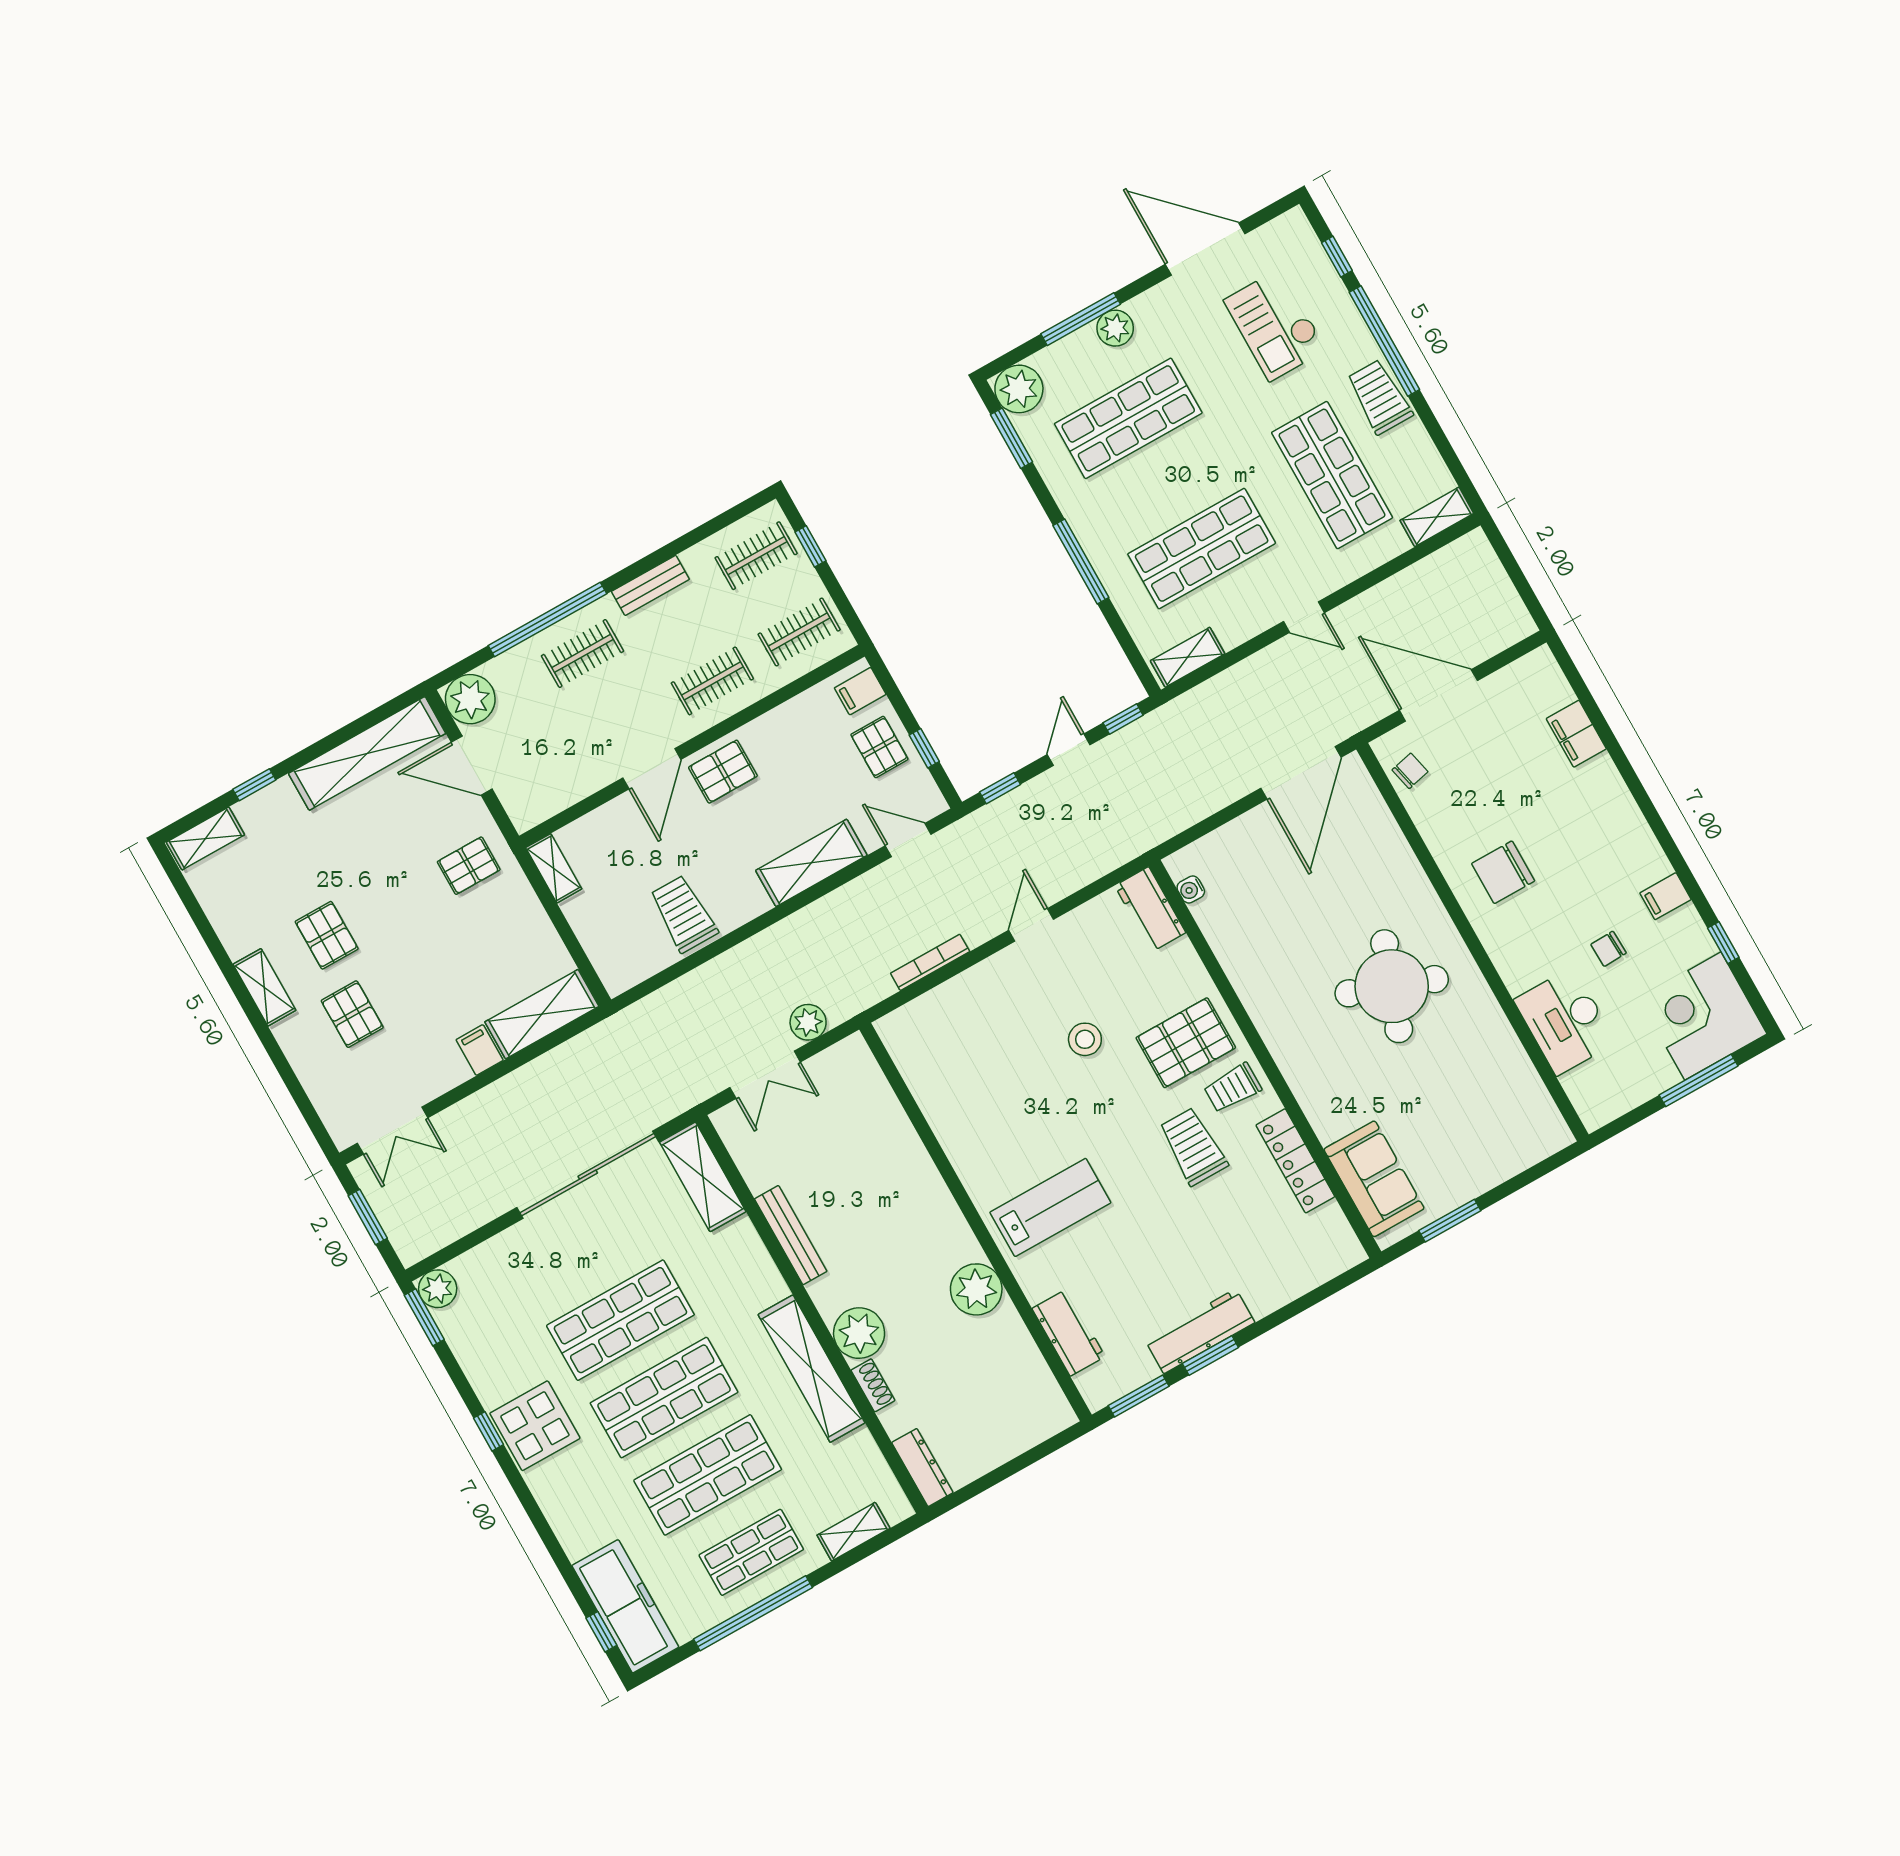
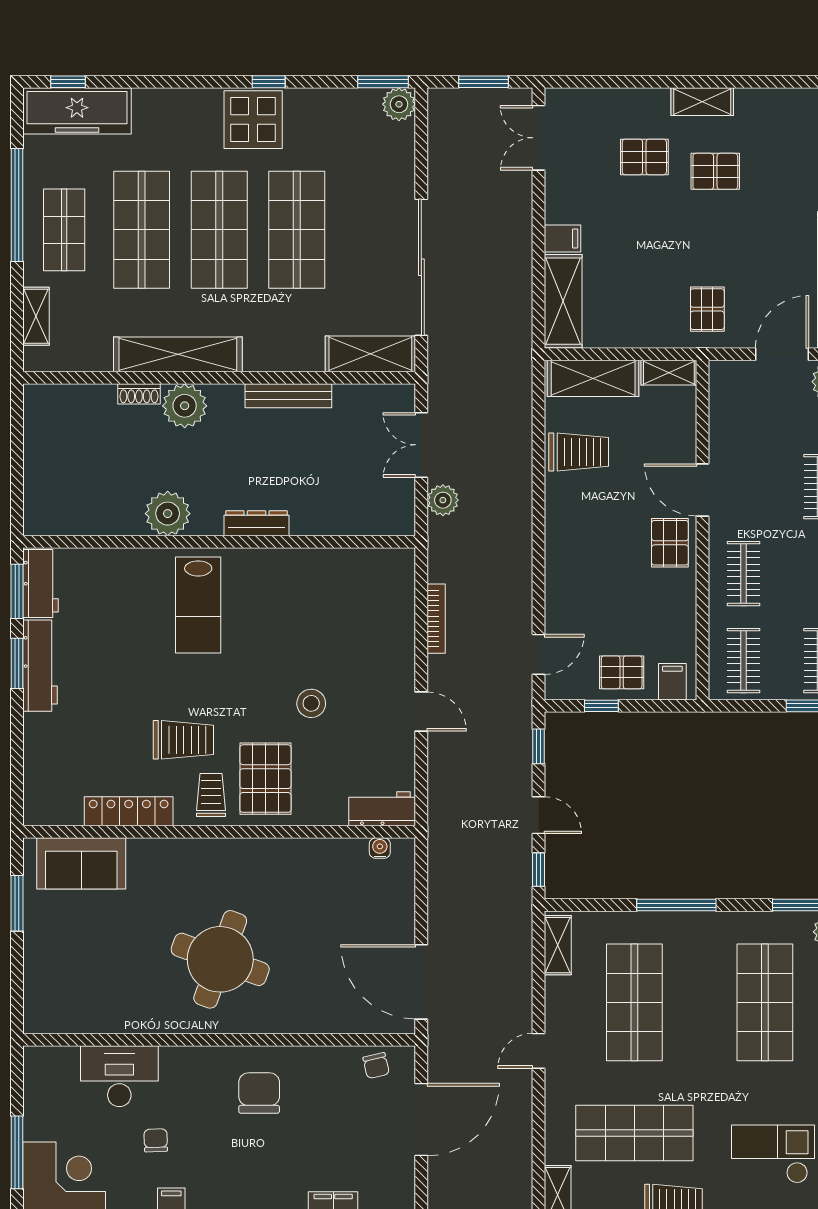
shelving: (811, 863) -> (593, 378), moved, turned 90
workbench: (1069, 1333) -> (41, 583), moved, turned -90
dresser: (922, 1468) -> (257, 523), moved, turned 180

